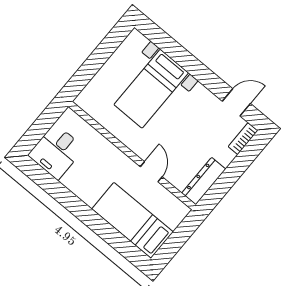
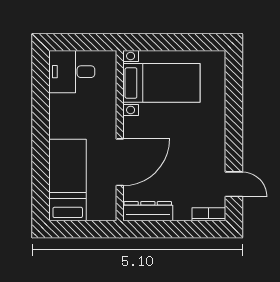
bed with nightstands: (151, 89) -> (161, 83), moved, turned 180
door: (151, 172) -> (120, 162), width x1.87

